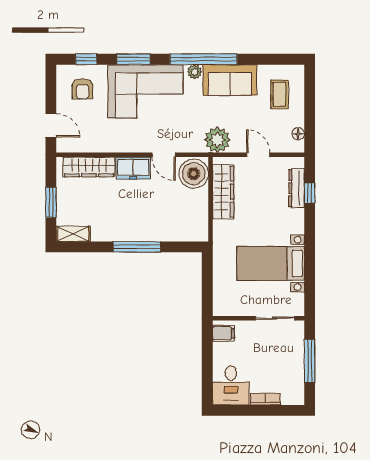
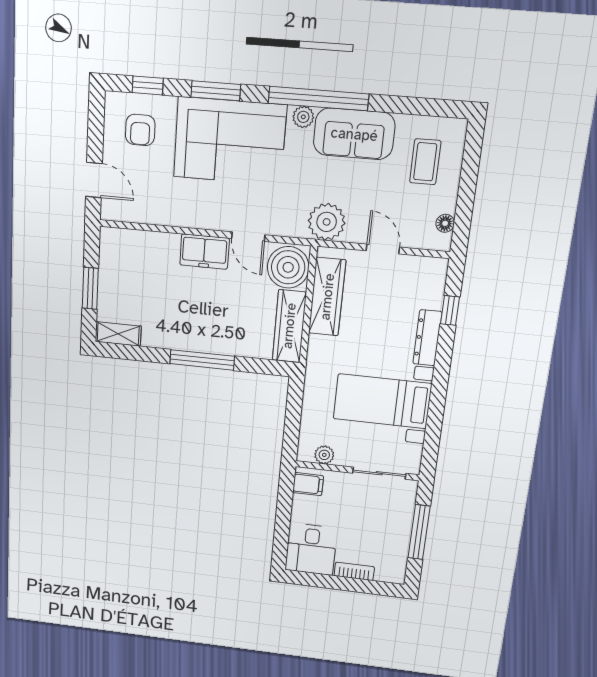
wardrobe: (89, 167) -> (289, 326), moved, turned 90
dresser: (297, 188) -> (427, 338), moved
plant: (233, 309) -> (324, 455), added

